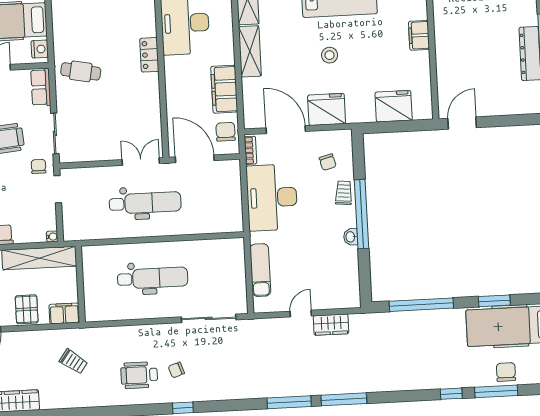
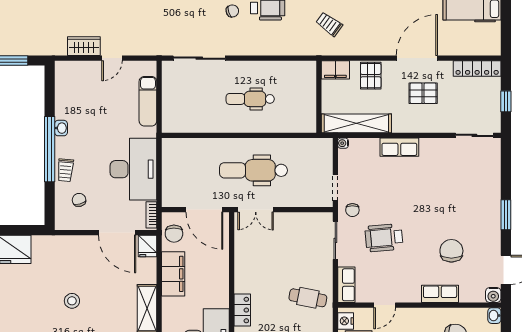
fridge: (327, 109) -> (148, 246), moved, width x0.53, depth x0.75
dental chair: (153, 278) -> (250, 99), width x0.73, depth x0.72

